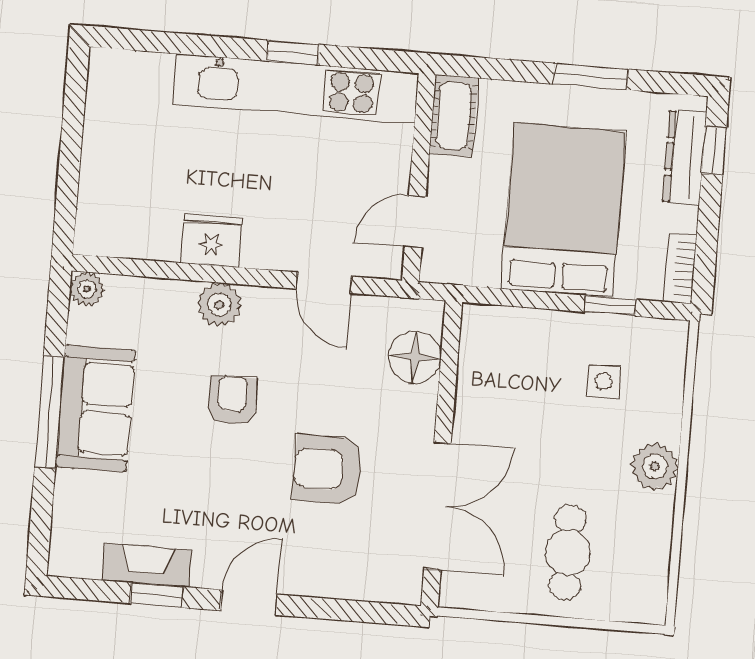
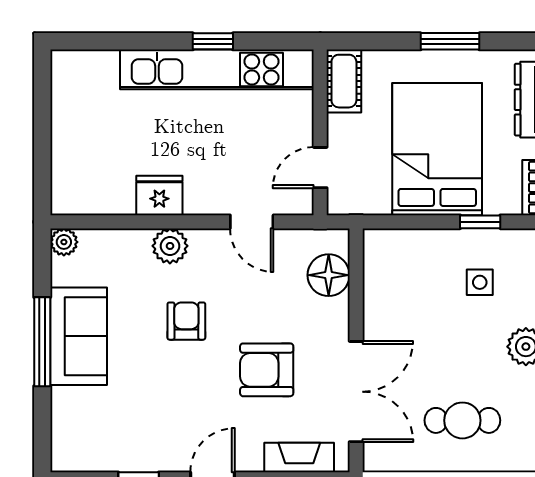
cafe table: (568, 553) -> (462, 420), turned 90
fireplace: (147, 565) -> (299, 457), moved

